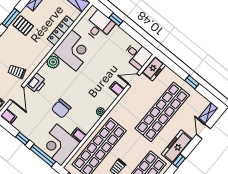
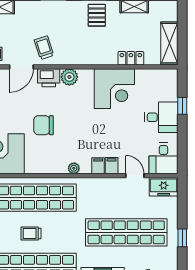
desk: (99, 26) -> (161, 117), moved
locker: (61, 31) -> (131, 58), width x0.66
plant: (53, 62) -> (69, 77), moved
filing cabinet: (79, 135) -> (98, 166), moved

